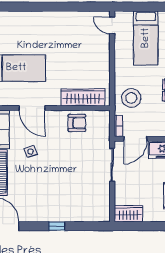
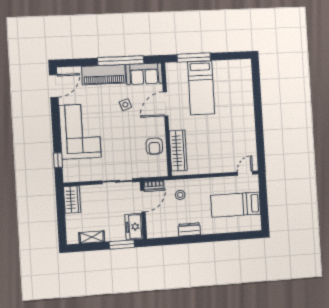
stool: (131, 98) -> (180, 195), width x0.53, depth x0.53
door: (135, 139) -> (143, 201), swing flipped
corner sofa: (57, 201) -> (80, 131), added
window: (57, 226) -> (58, 160), moved

